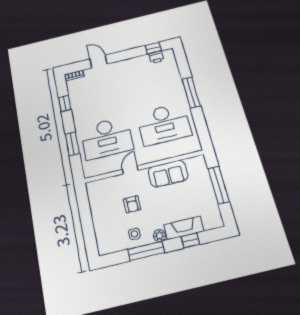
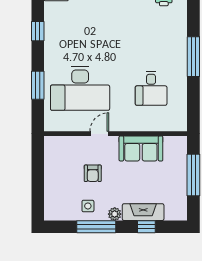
desk: (164, 124) -> (151, 88), width x0.53, depth x0.77

